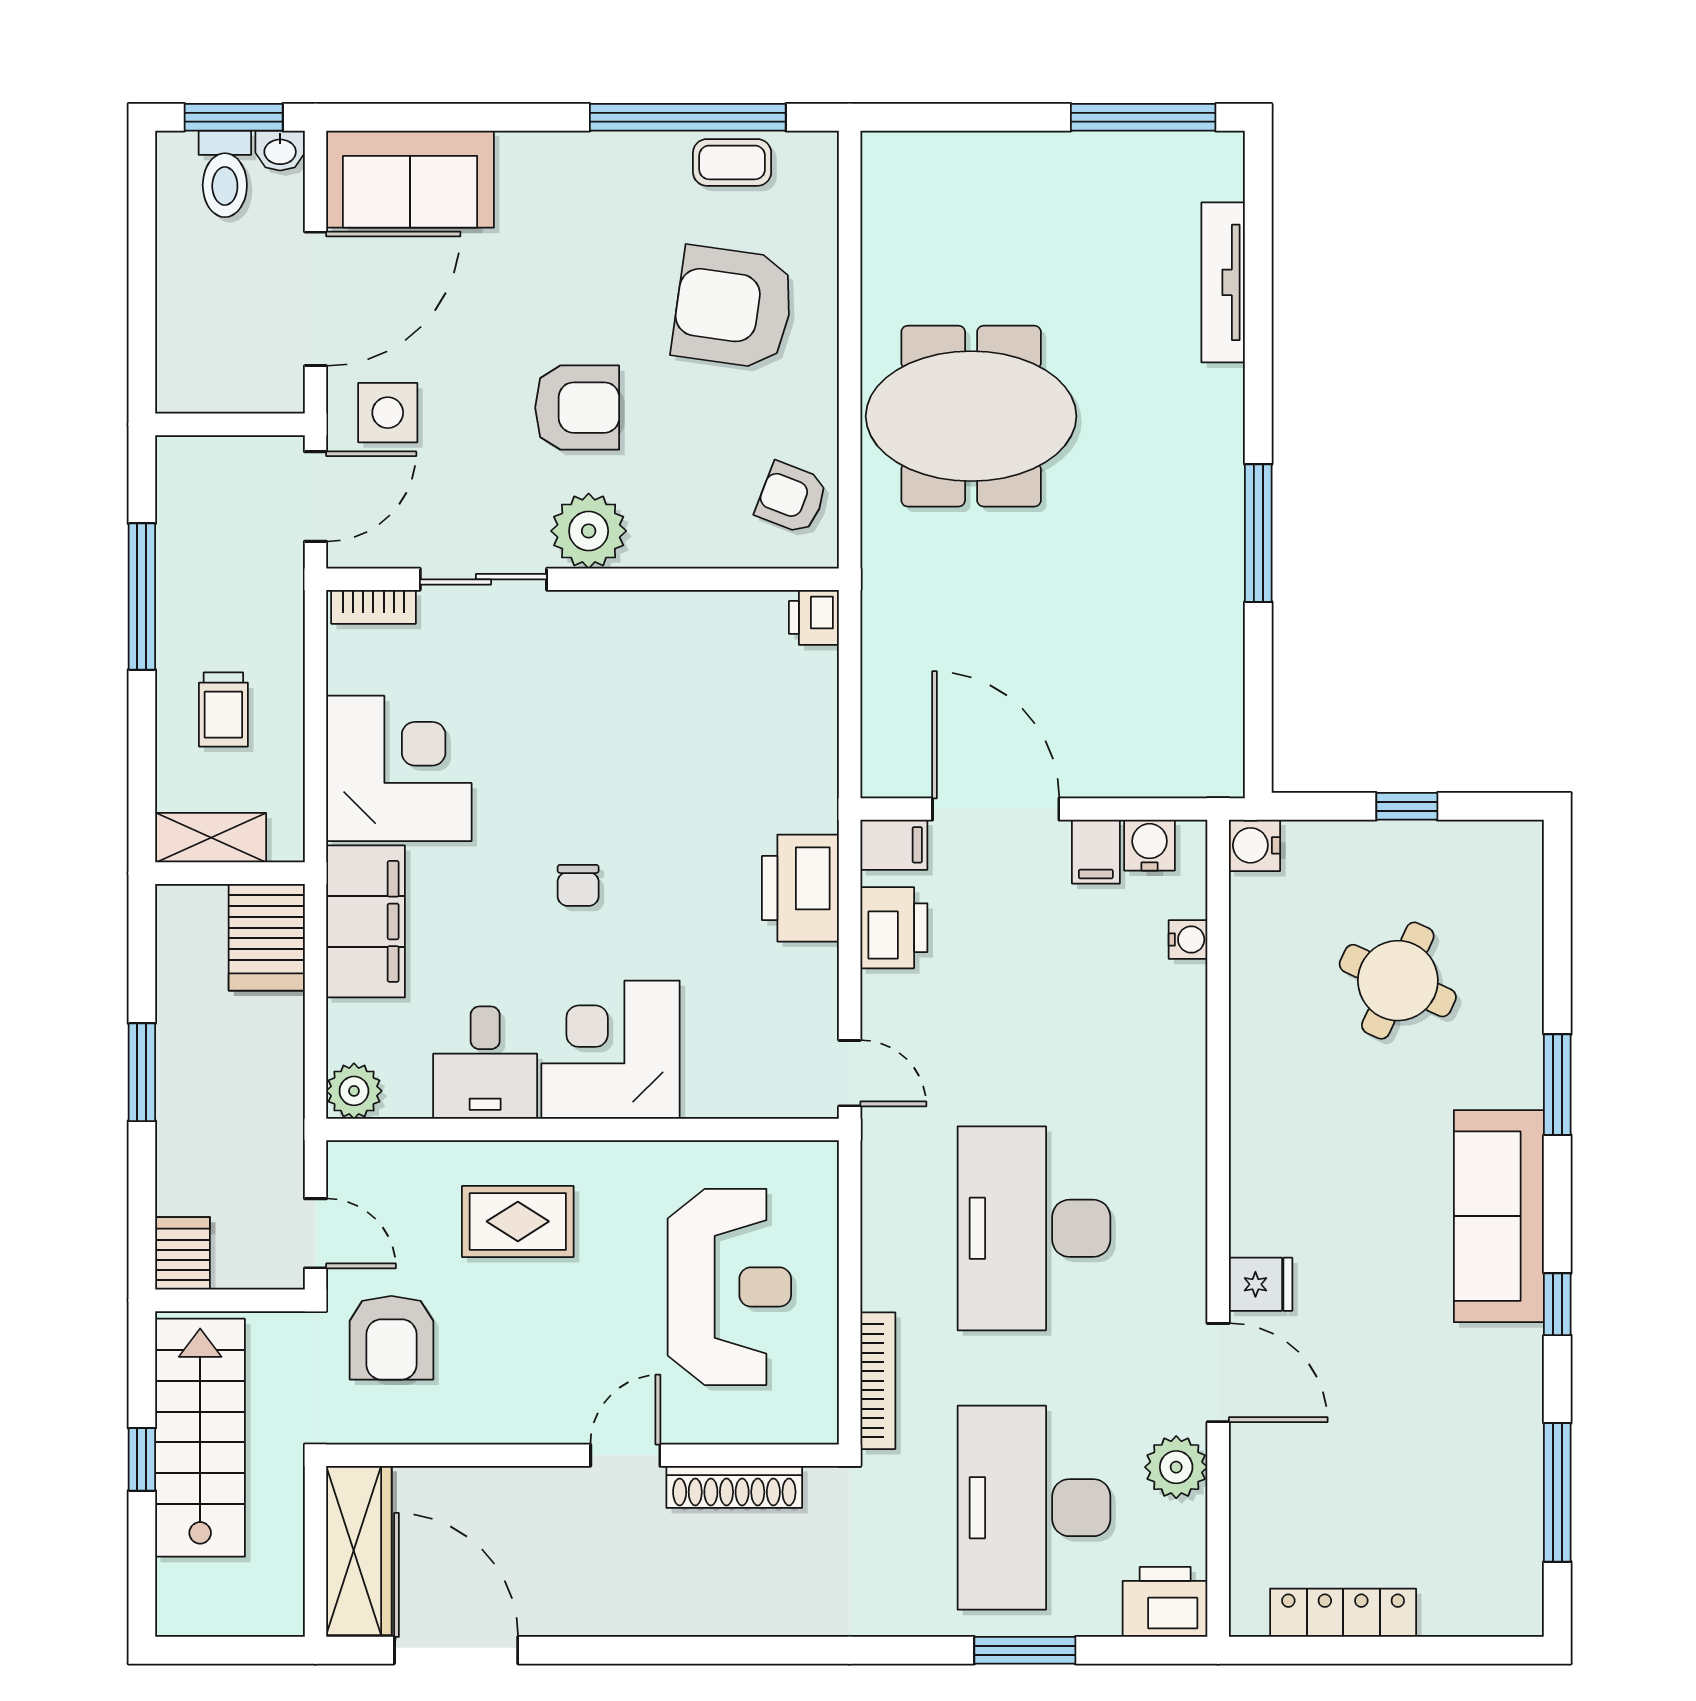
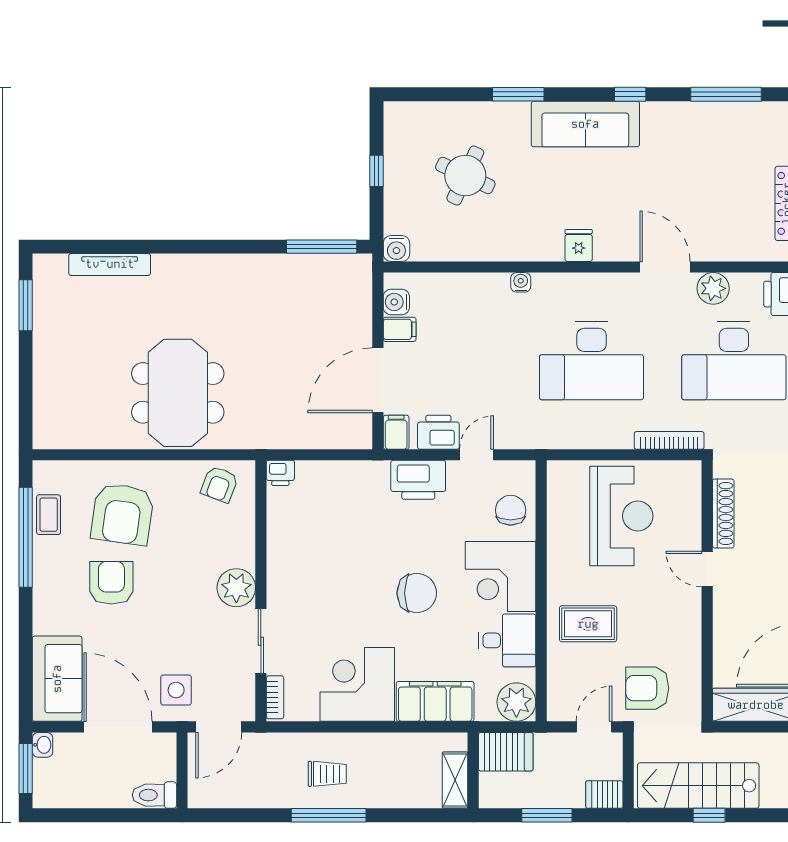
window: (1143, 117) -> (26, 305), width x0.69
toilet: (225, 174) -> (155, 795), moved, turned 180
armchair: (577, 408) -> (111, 583), moved
door: (315, 496) -> (219, 727), swing flipped
window: (1258, 533) -> (322, 247), moved
window: (142, 597) -> (329, 815), moved
shelving: (211, 838) -> (455, 780), moved
wall: (230, 873) -> (473, 770), moved
chair: (578, 885) -> (417, 593), width x1.87, depth x1.87
server rack: (267, 937) -> (506, 752), moved
water cooler: (1188, 939) -> (521, 282), moved
chair: (741, 1070) -> (511, 510), added
window: (142, 1072) -> (547, 815), moved
door: (850, 1073) -> (477, 455), moved
plant: (354, 1091) -> (516, 702), width x1.36, depth x1.36
rug: (518, 1221) -> (588, 624), turned 90
fridge: (1261, 1284) -> (579, 245), moved
reception desk: (729, 1287) -> (621, 516), turned 90
armchair: (391, 1338) -> (647, 688), turned 180
door: (1218, 1373) -> (665, 267), hinge flipped

